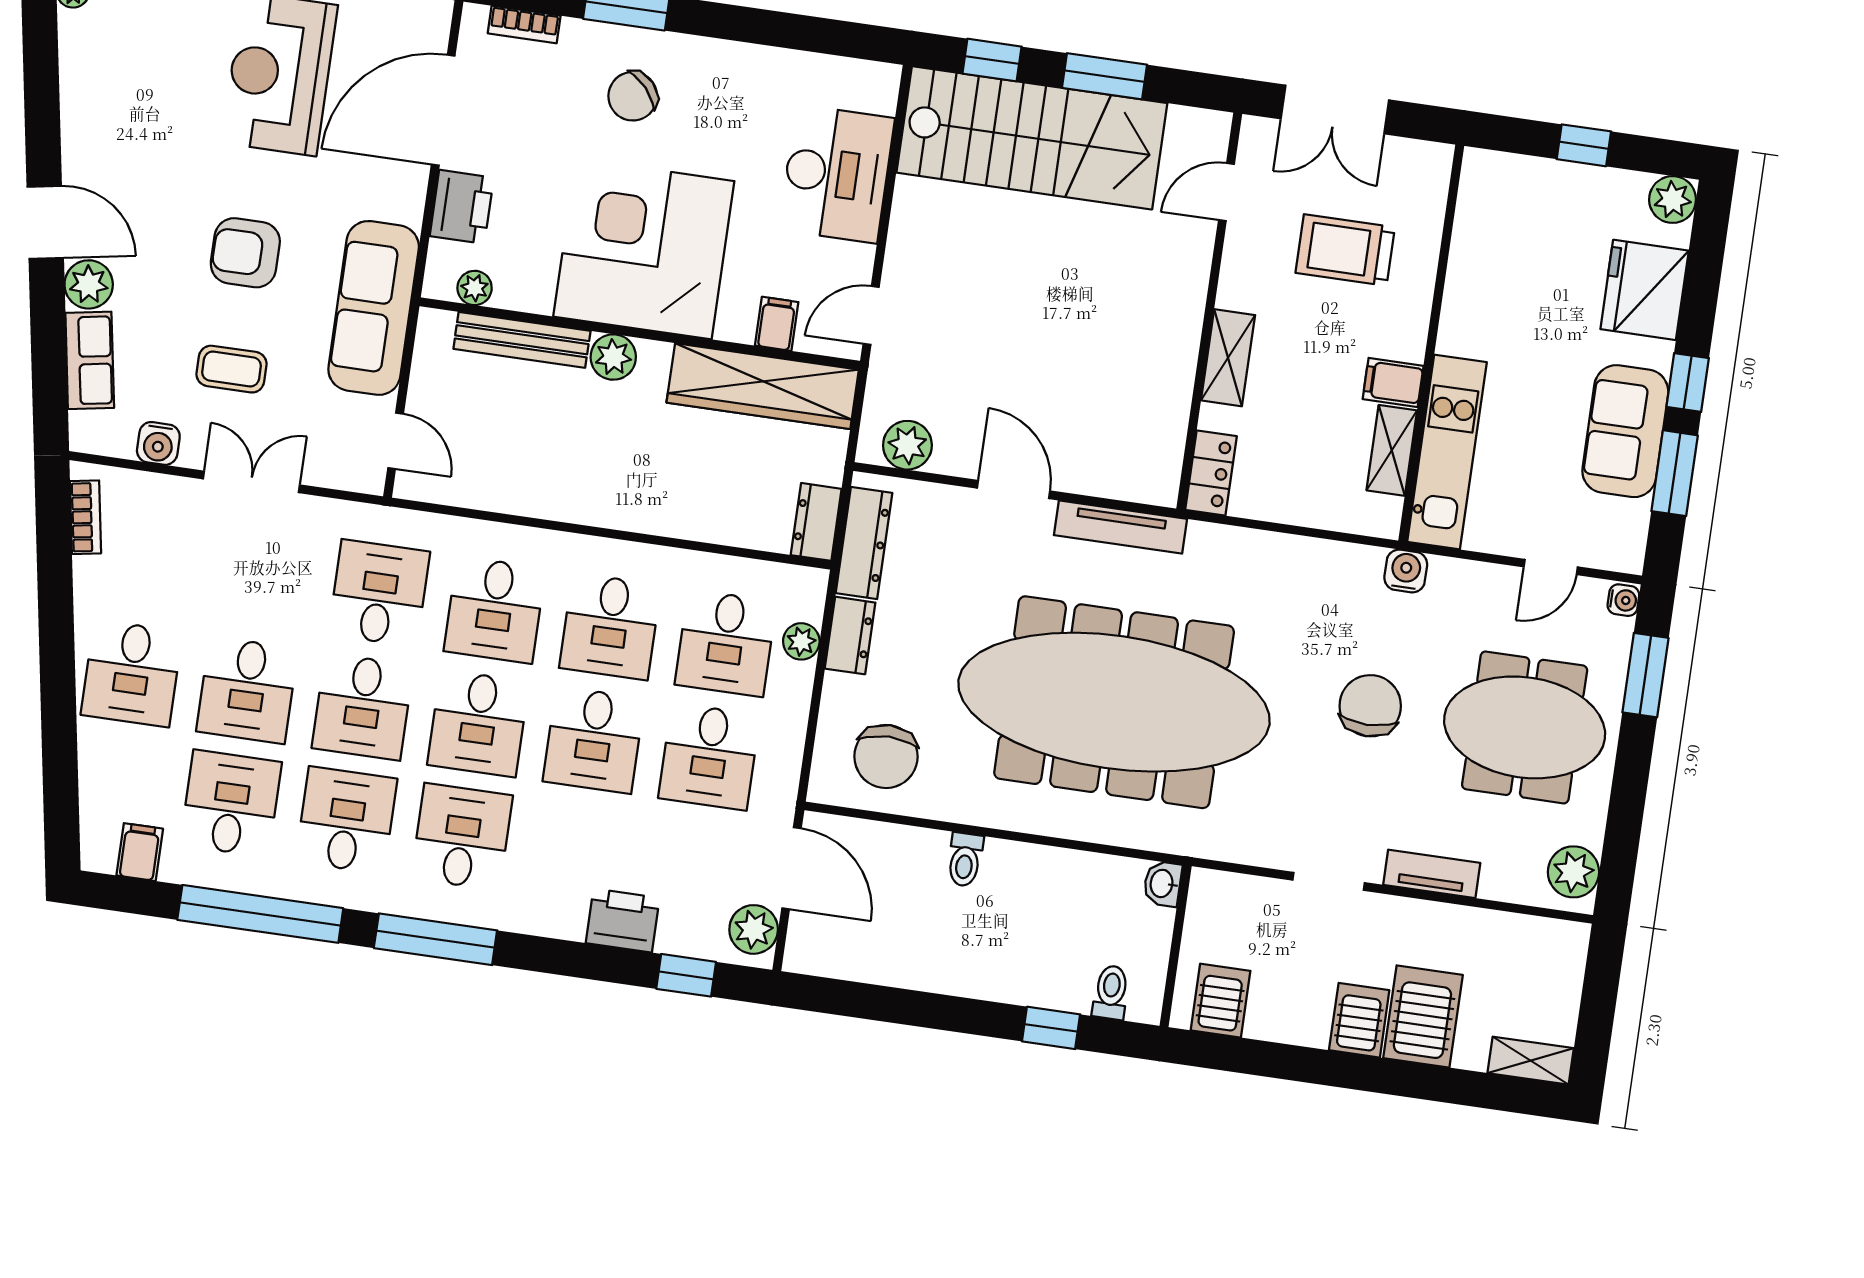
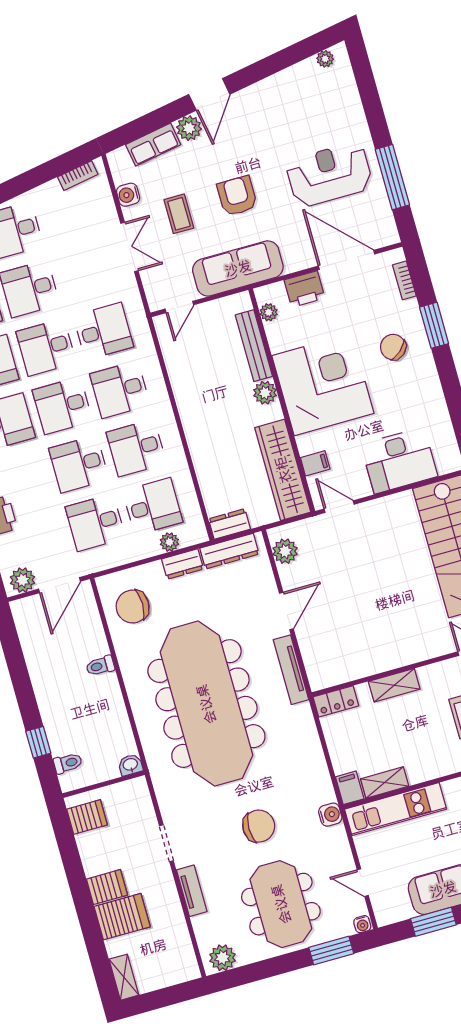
filing cabinet: (1393, 382) -> (350, 788), moved
desk: (726, 643) -> (153, 506), turned 180

